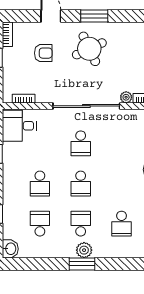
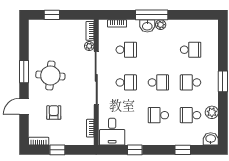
round table: (89, 49) -> (50, 76), turned 30
school desk: (122, 143) -> (126, 50), added
school desk: (40, 183) -> (158, 115), turned 180
plant: (84, 250) -> (212, 112), moved

